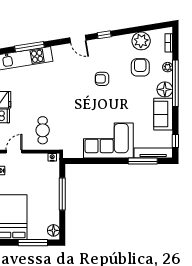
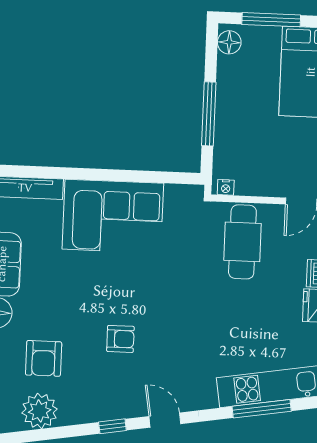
cafe table: (43, 130) -> (242, 242), width x1.37, depth x1.35
window: (143, 161) -> (46, 172), removed

